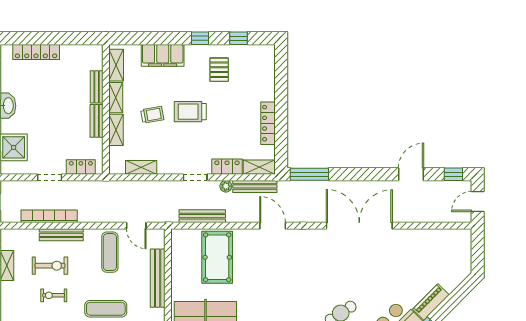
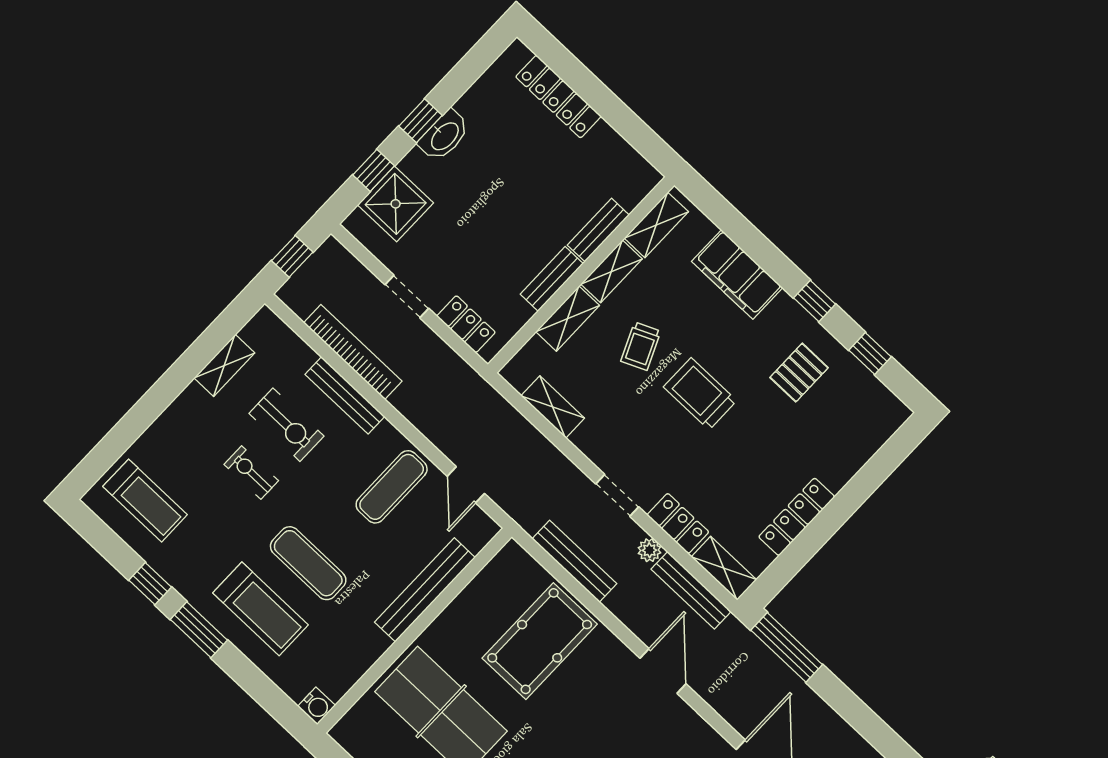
trolley: (152, 115) -> (641, 346), turned 76

